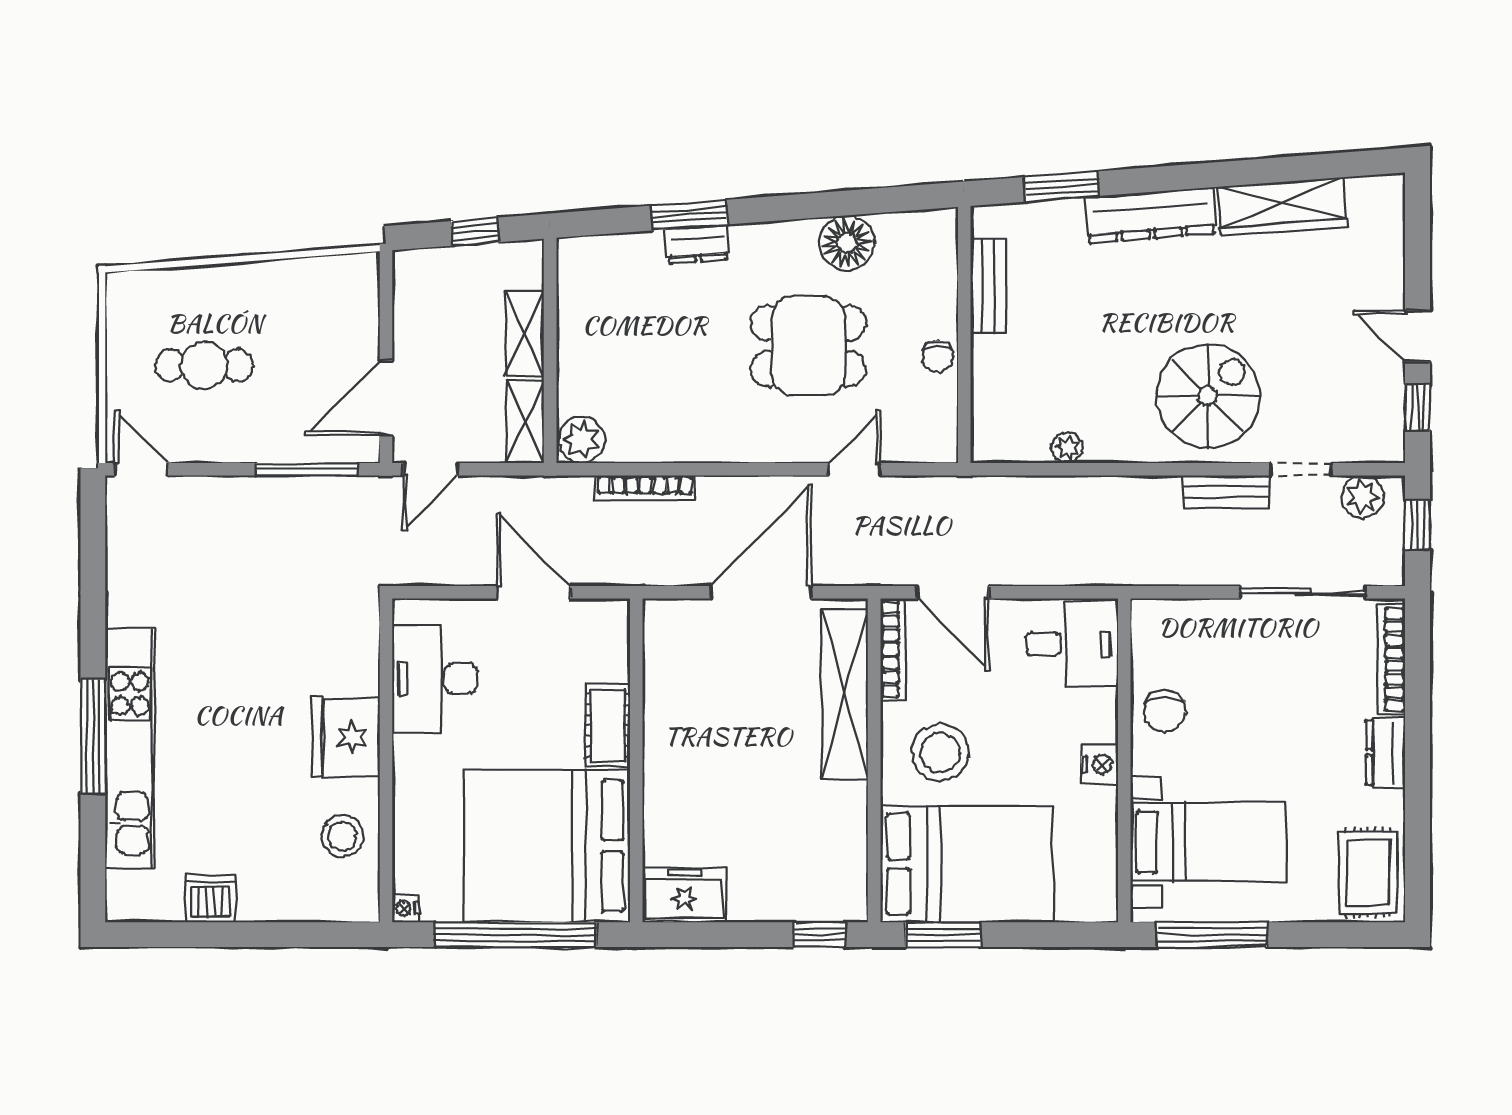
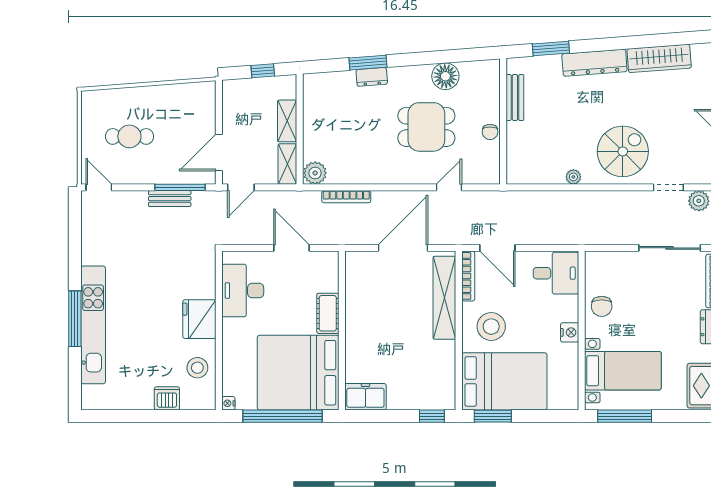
plant: (1067, 448) -> (573, 177), moved
bench: (1226, 492) -> (170, 199), moved
dishwasher: (210, 898) -> (167, 398), moved

